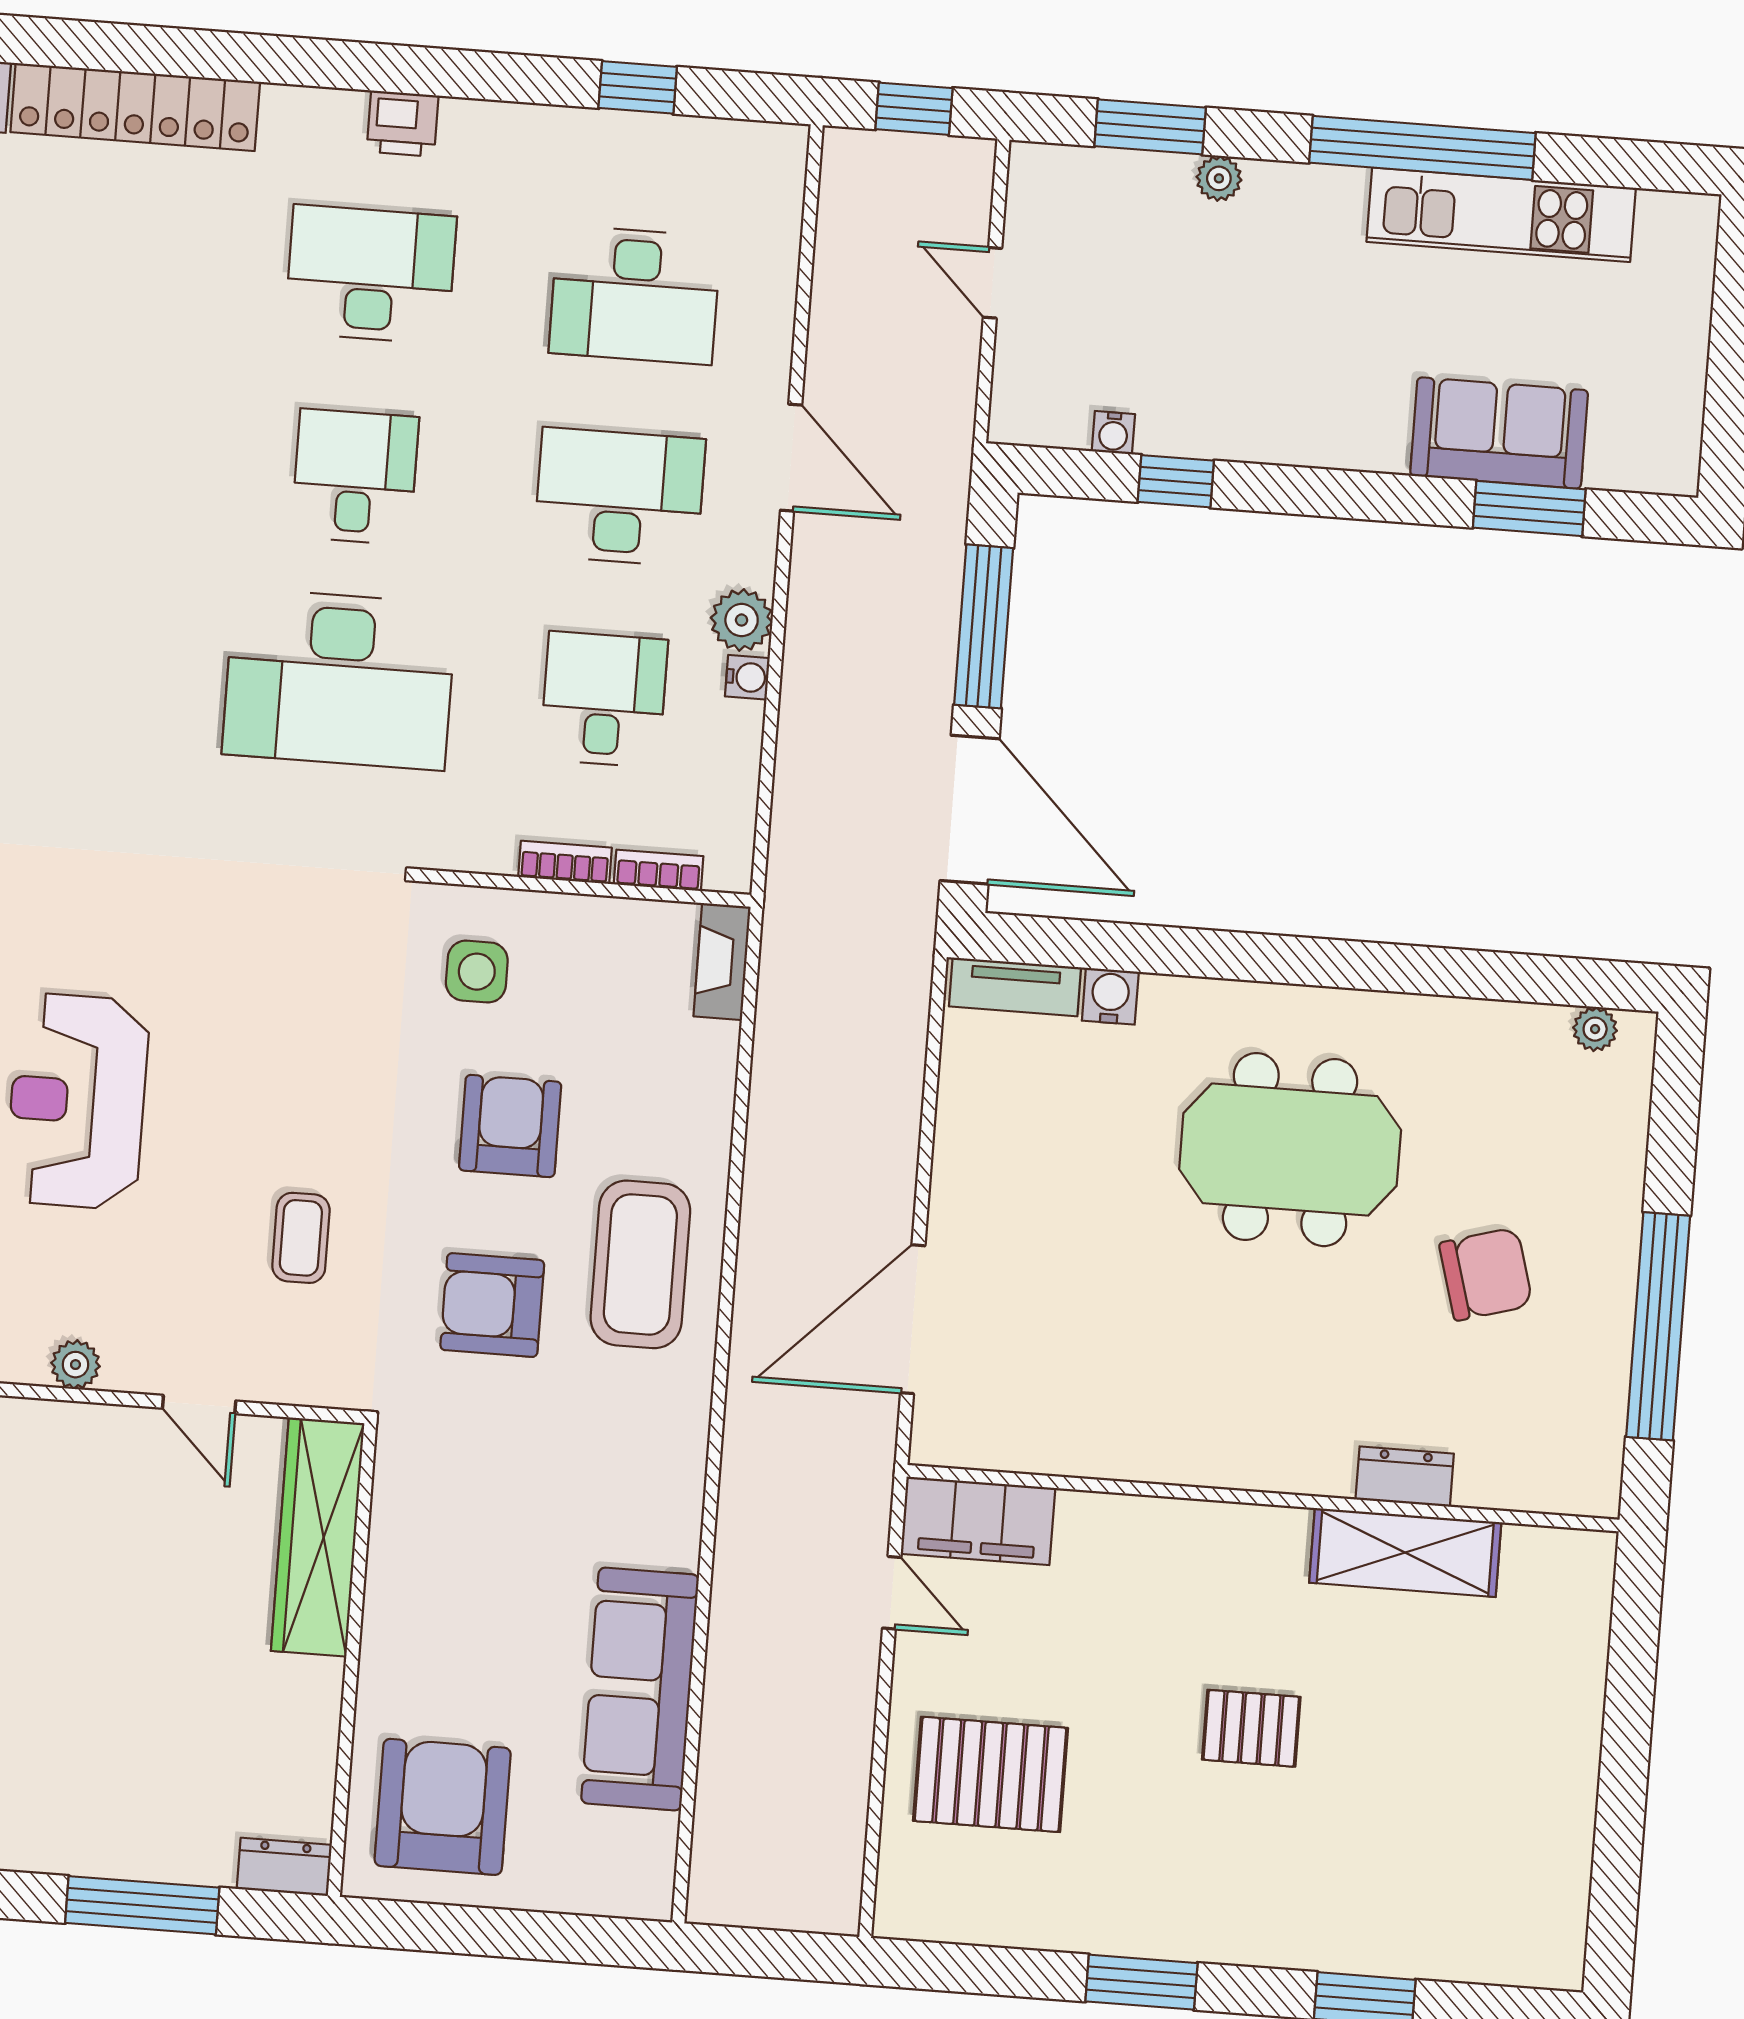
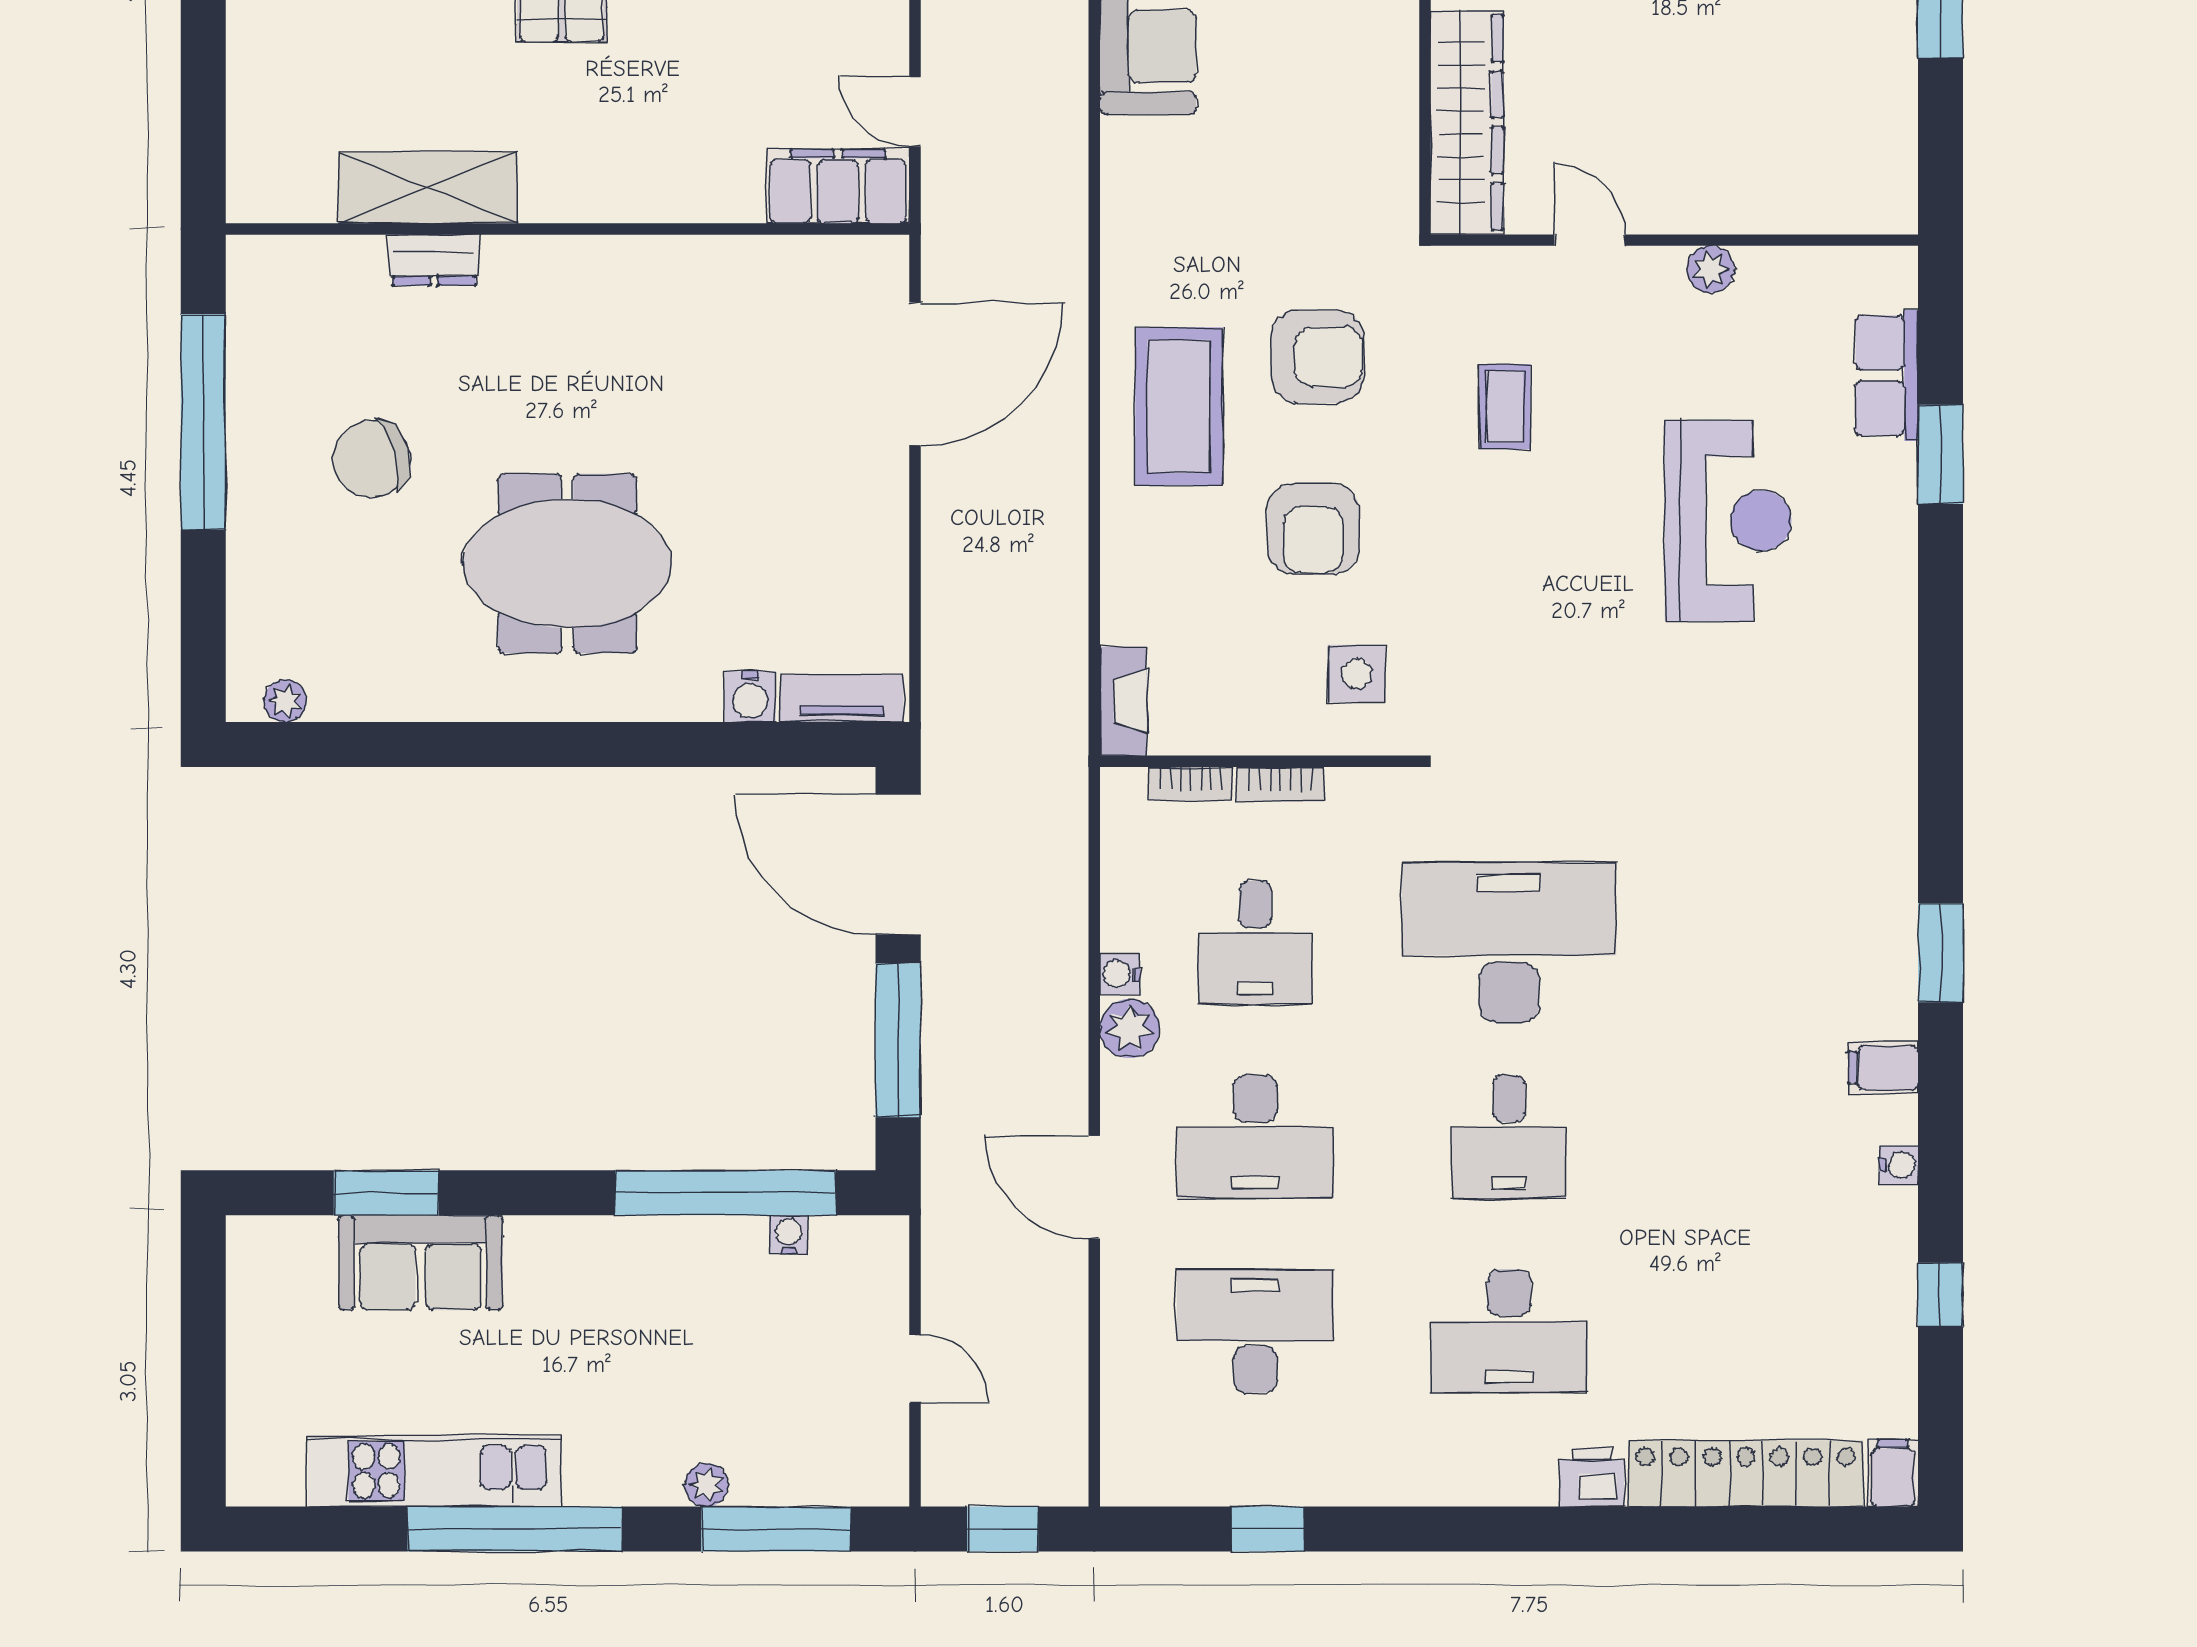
printer: (403, 124) -> (1592, 1477), moved
window: (1150, 127) -> (776, 1529), width x1.44
window: (1176, 481) -> (725, 1193), width x3.17

